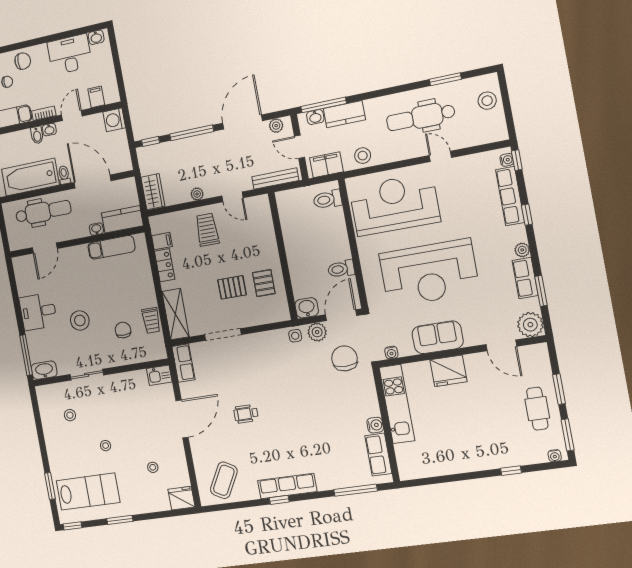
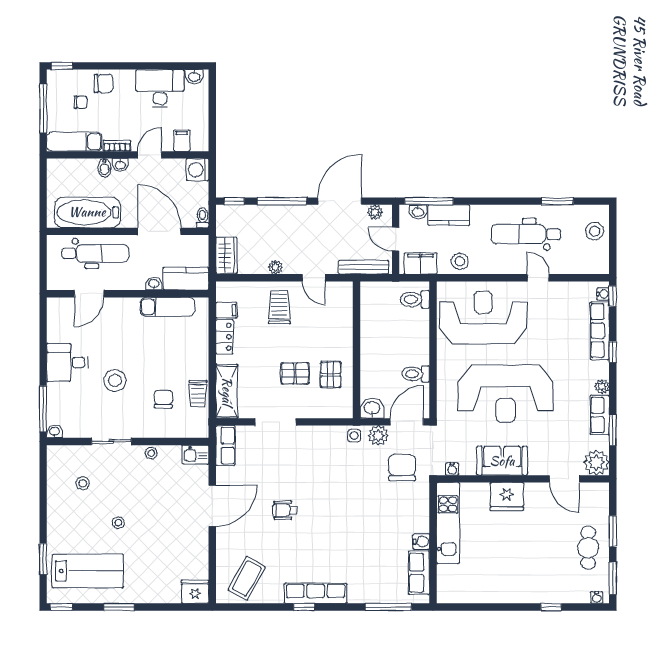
toilet: (64, 175) -> (203, 218), moved
washbasin: (44, 370) -> (55, 432), width x0.52, depth x0.69
stool: (153, 467) -> (151, 453), moved

